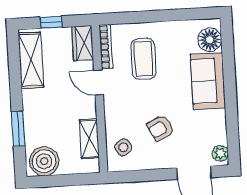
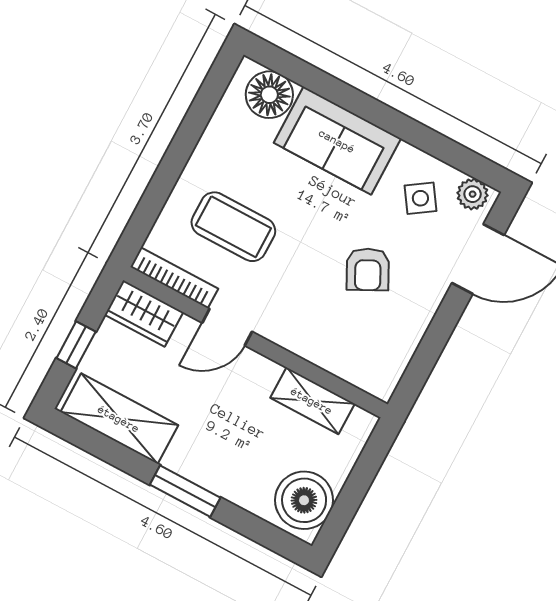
window: (18, 129) -> (185, 491), moved
side table: (123, 147) -> (420, 198), moved

